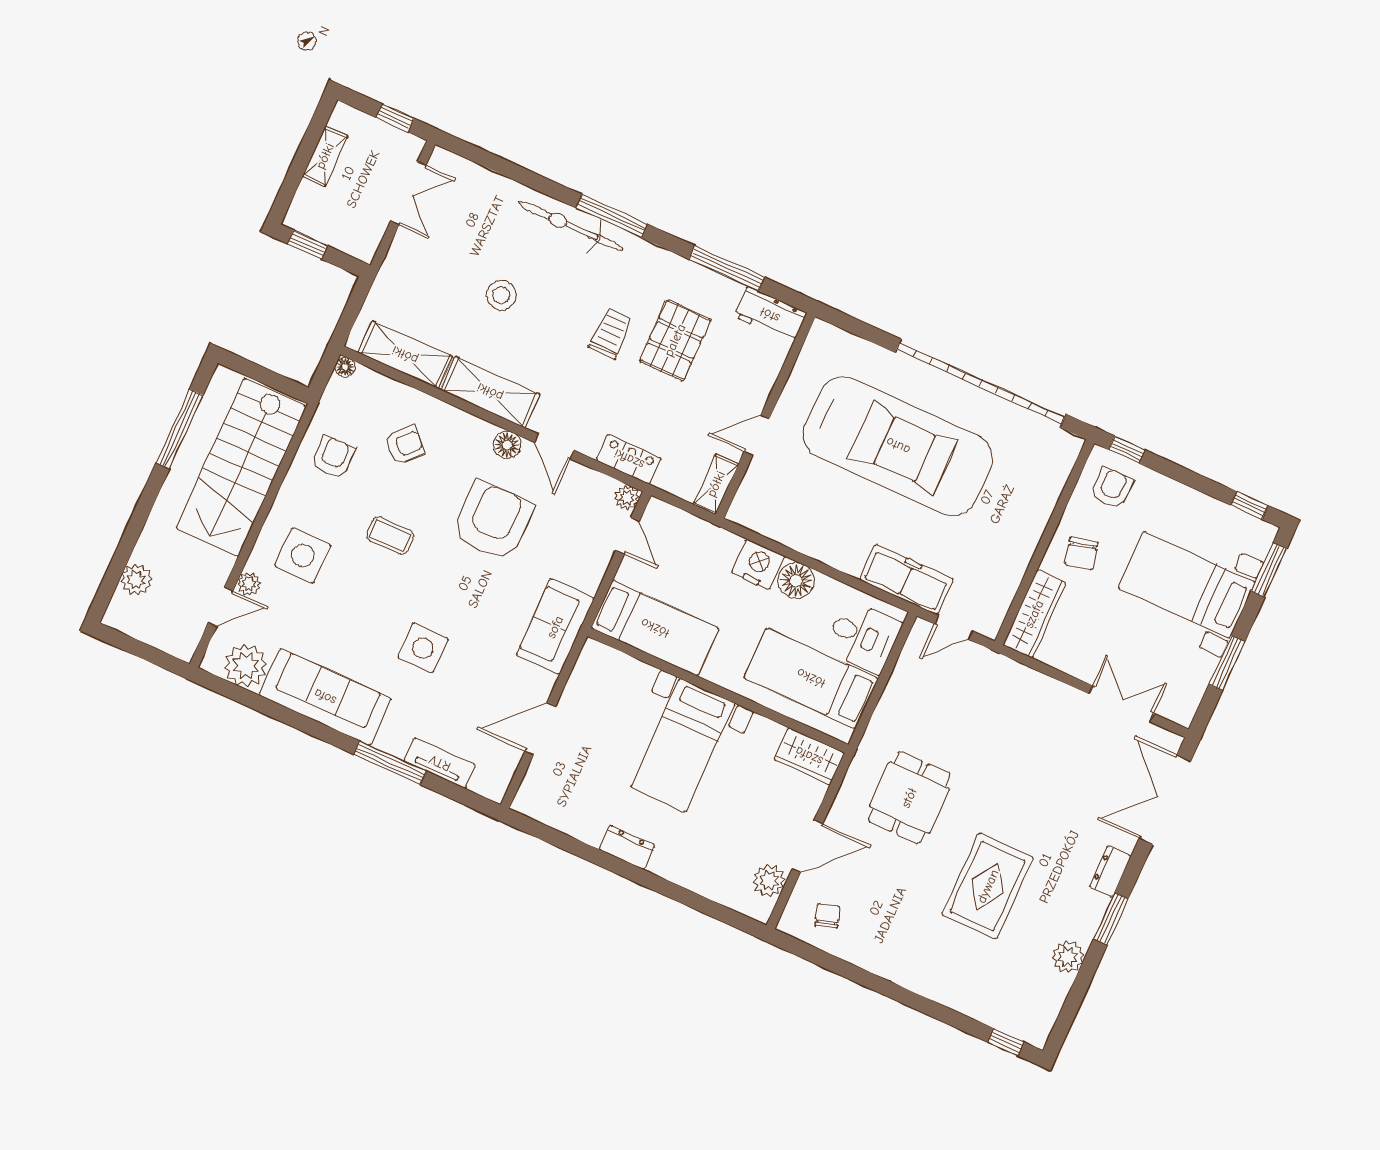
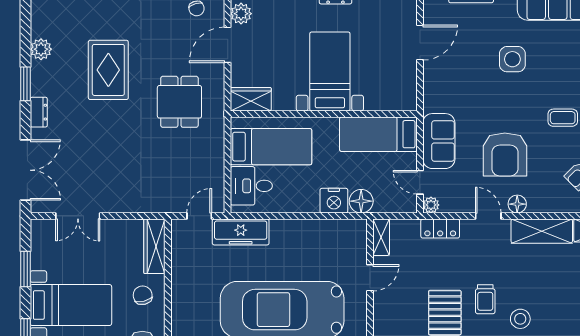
stool: (501, 295) -> (520, 319), moved
floor lamp: (796, 581) -> (361, 201), moved
sofa: (555, 627) -> (439, 141), moved

